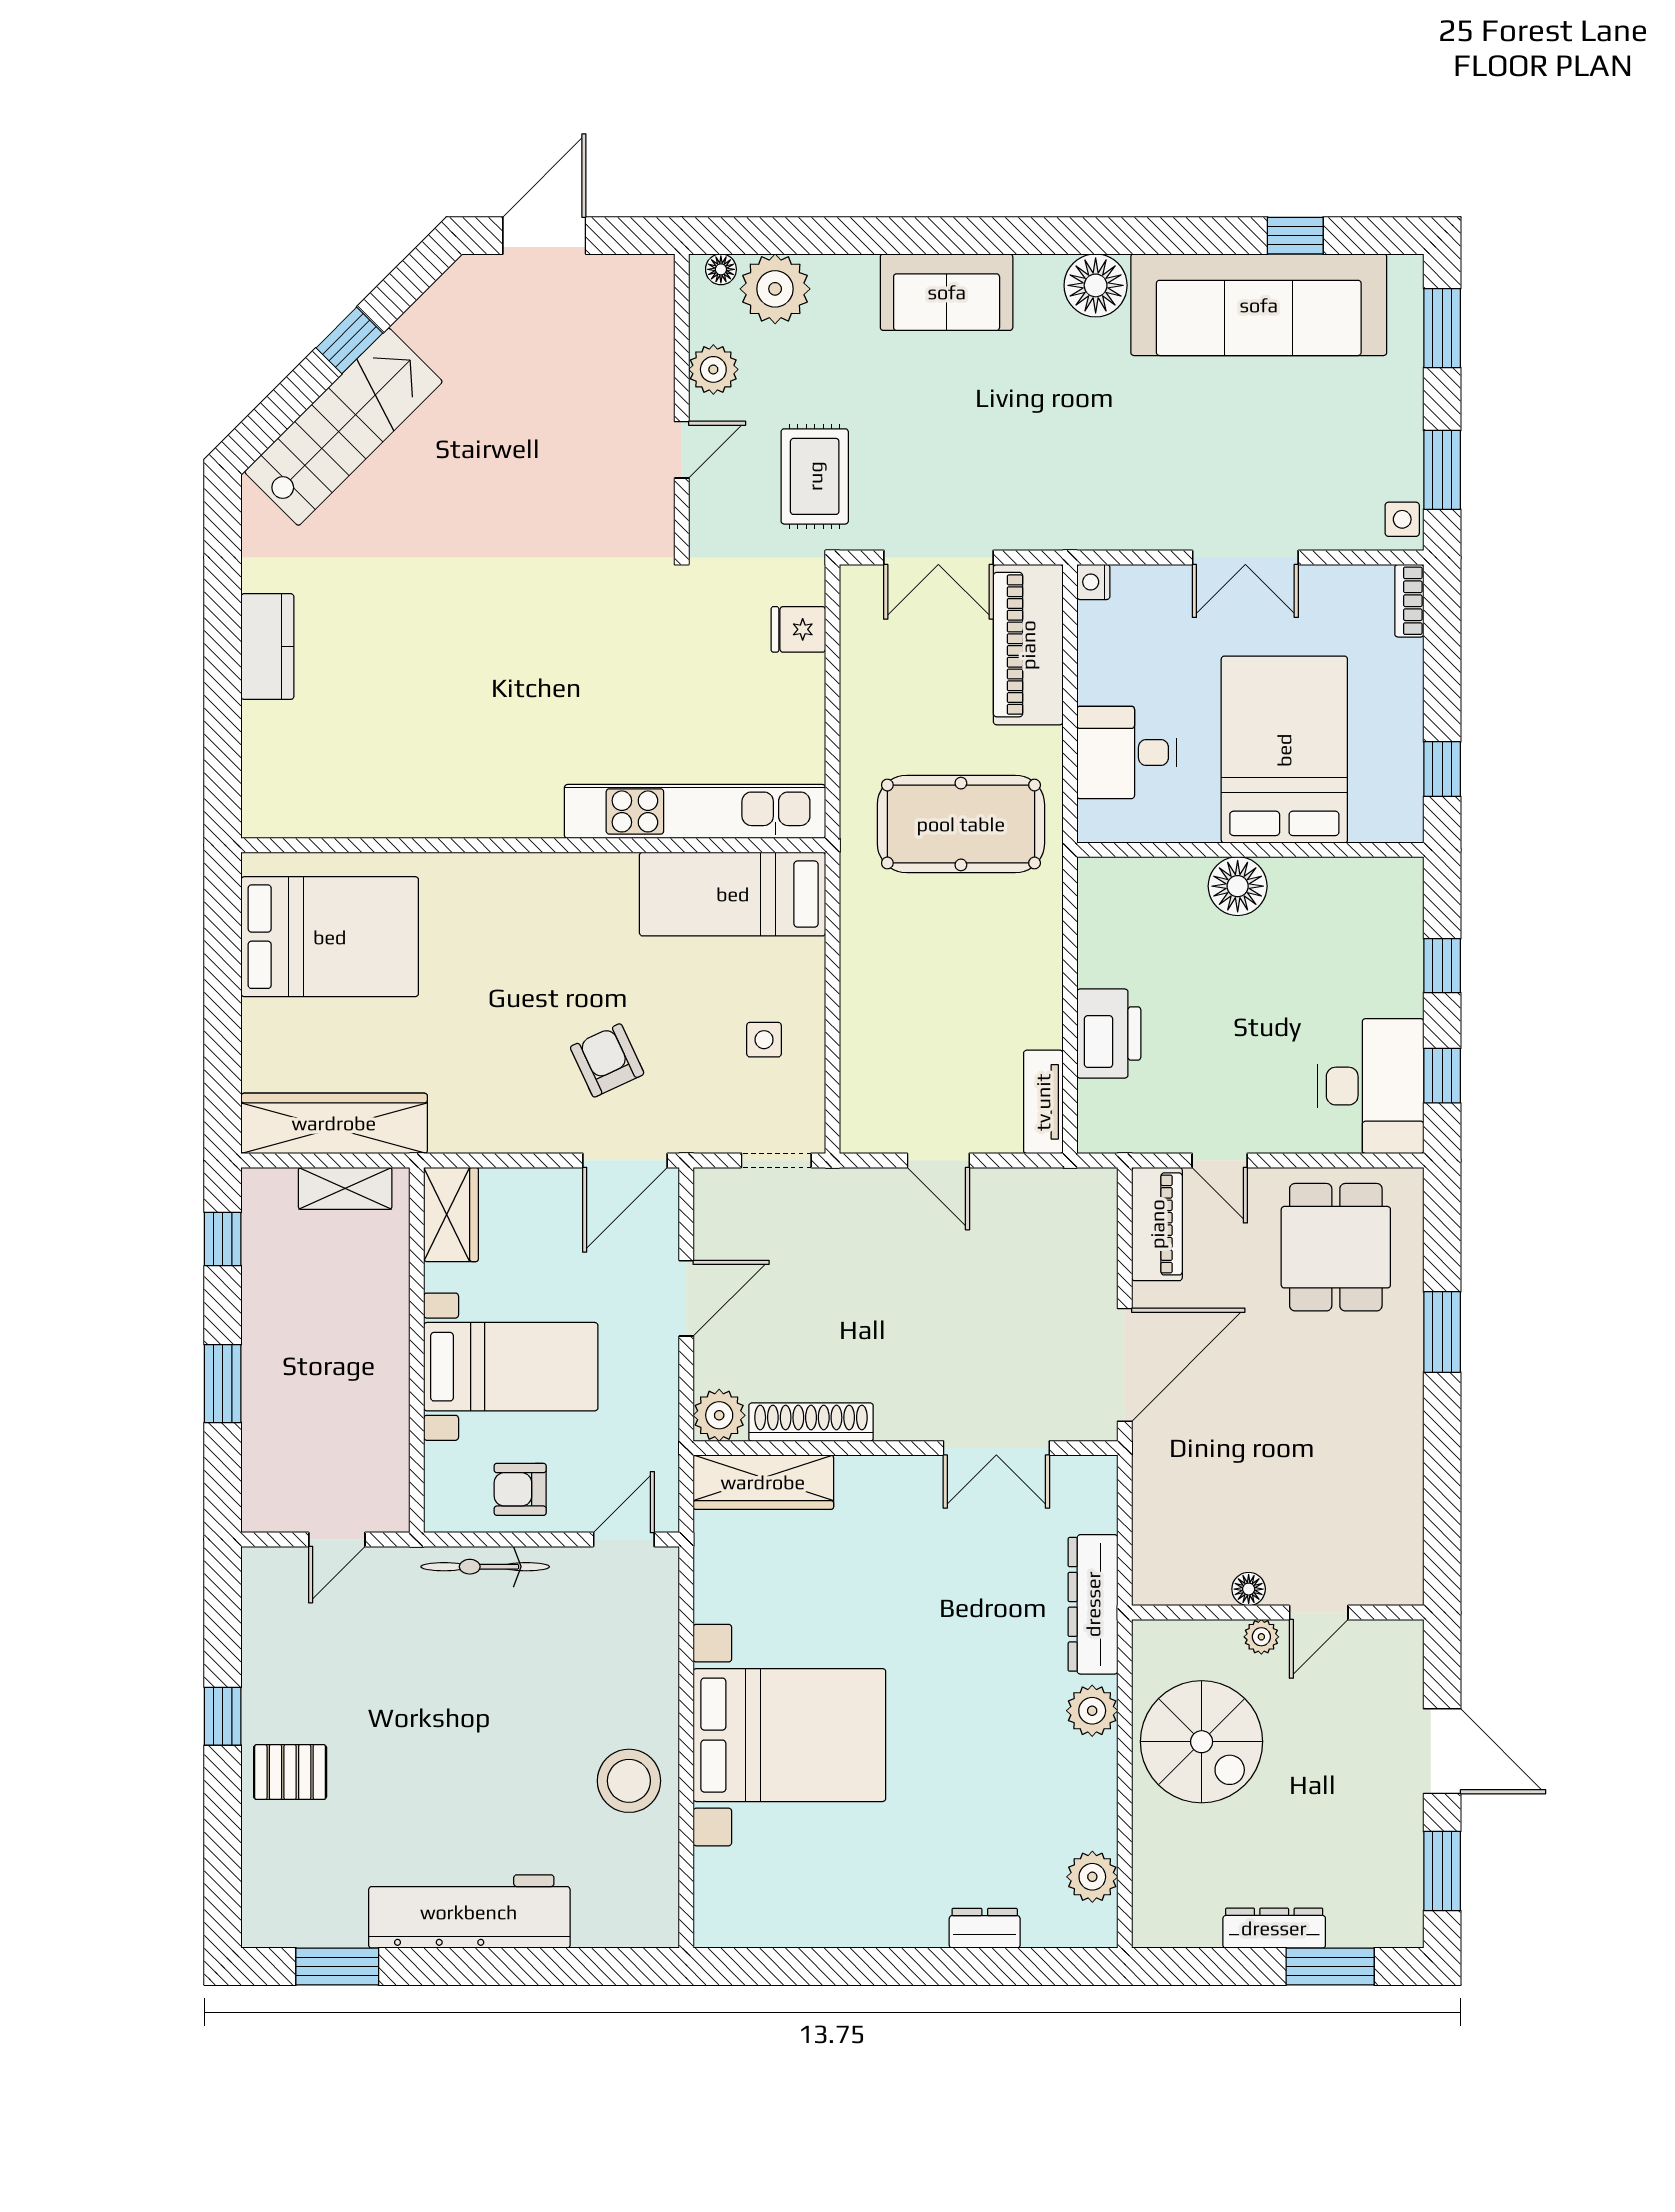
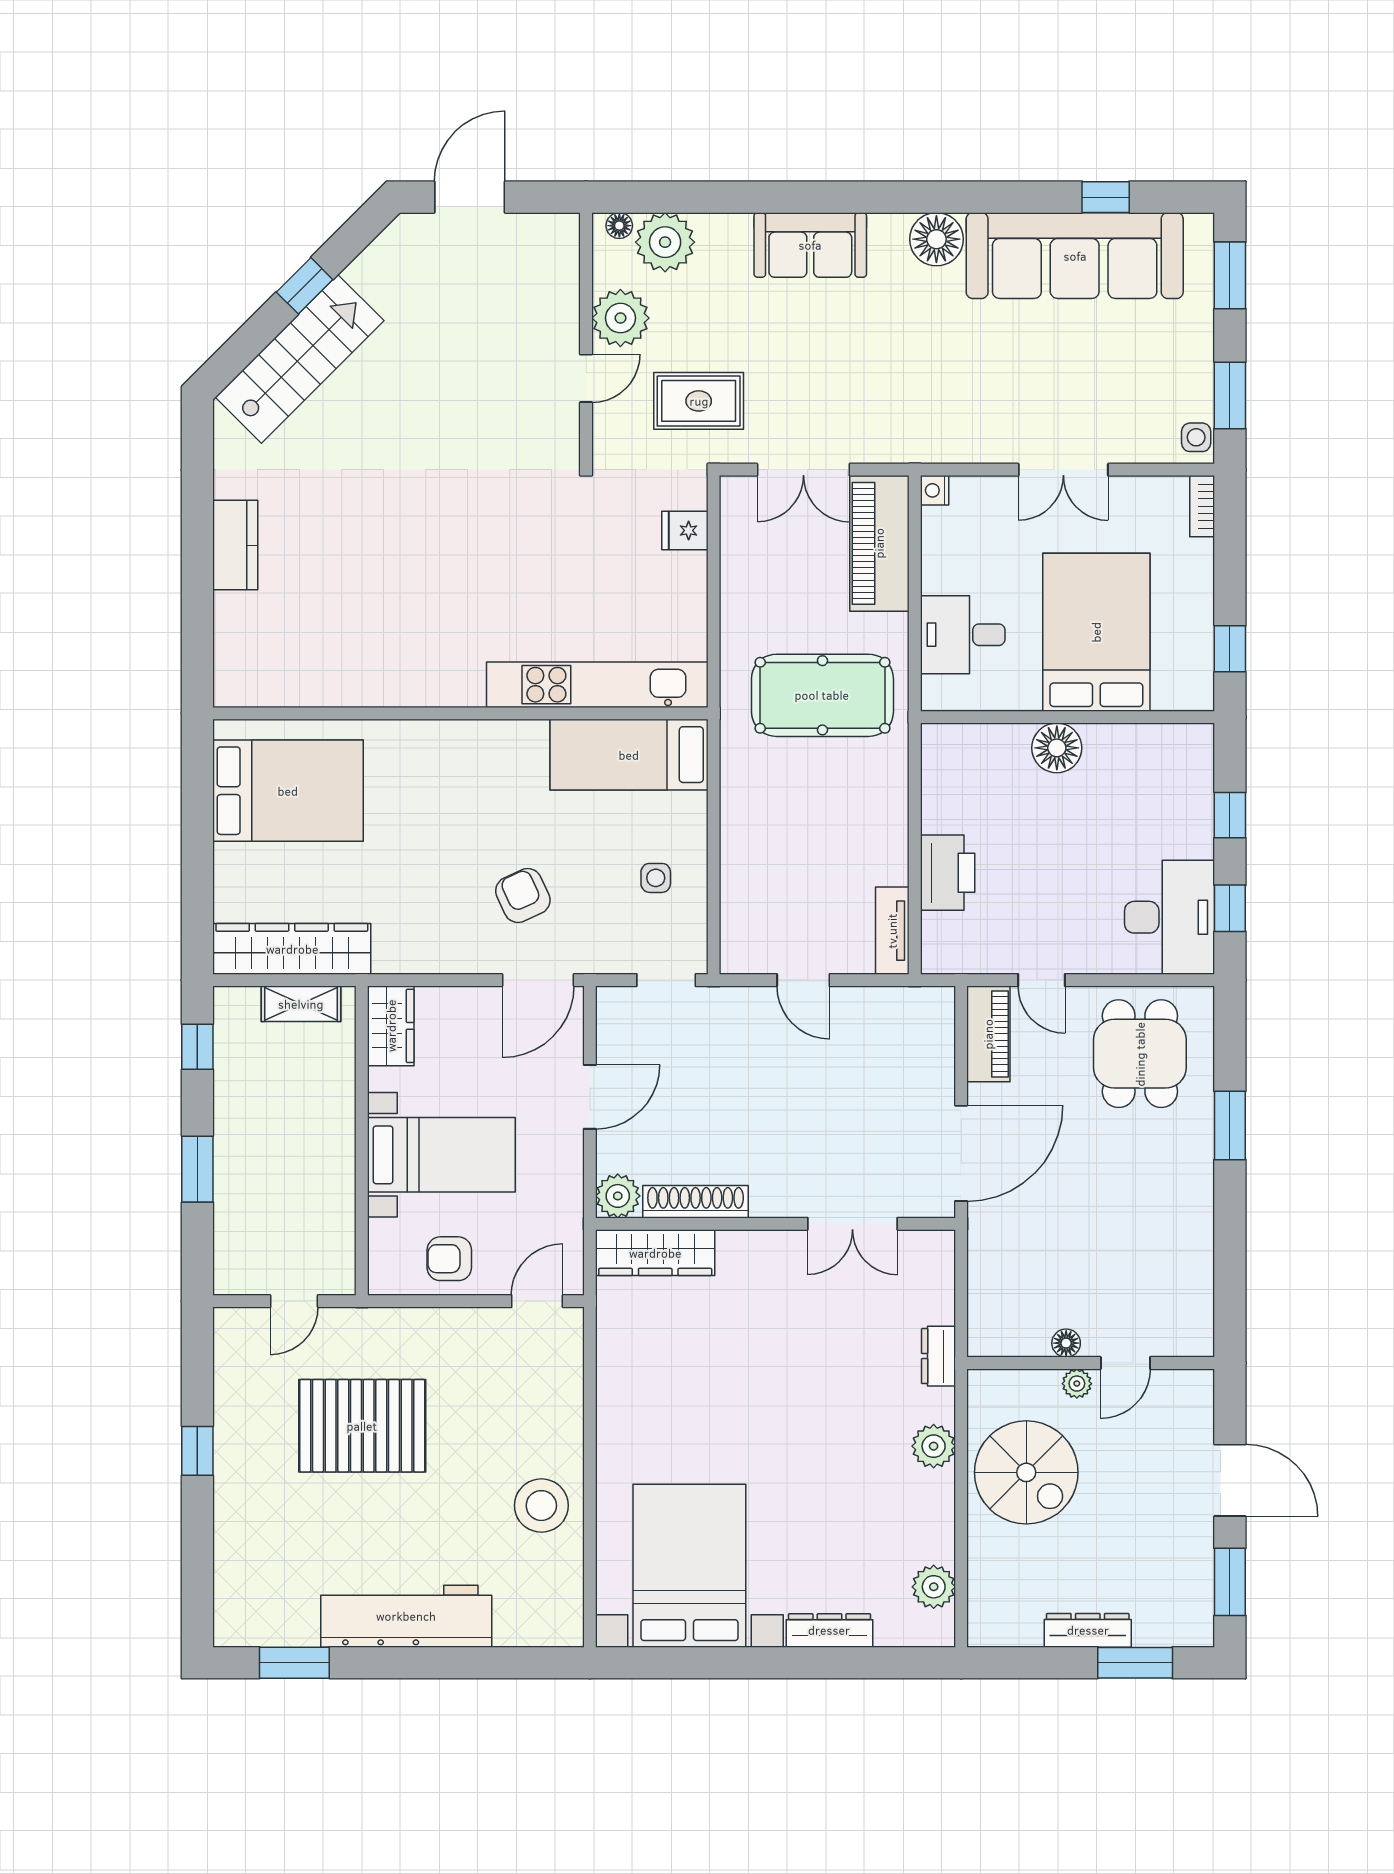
plant: (713, 369) -> (620, 318), width x1.36, depth x1.36
rug: (815, 476) -> (699, 401), turned 90
bicycle: (485, 1567) -> (420, 1324), removed
dresser: (1093, 1604) -> (938, 1356), width x0.51, depth x0.80
bed with nightstands: (789, 1735) -> (689, 1566), moved, turned -90
pallet: (290, 1772) -> (362, 1426), moved, width x2.05, depth x2.00
dresser: (985, 1928) -> (829, 1630), width x1.44

